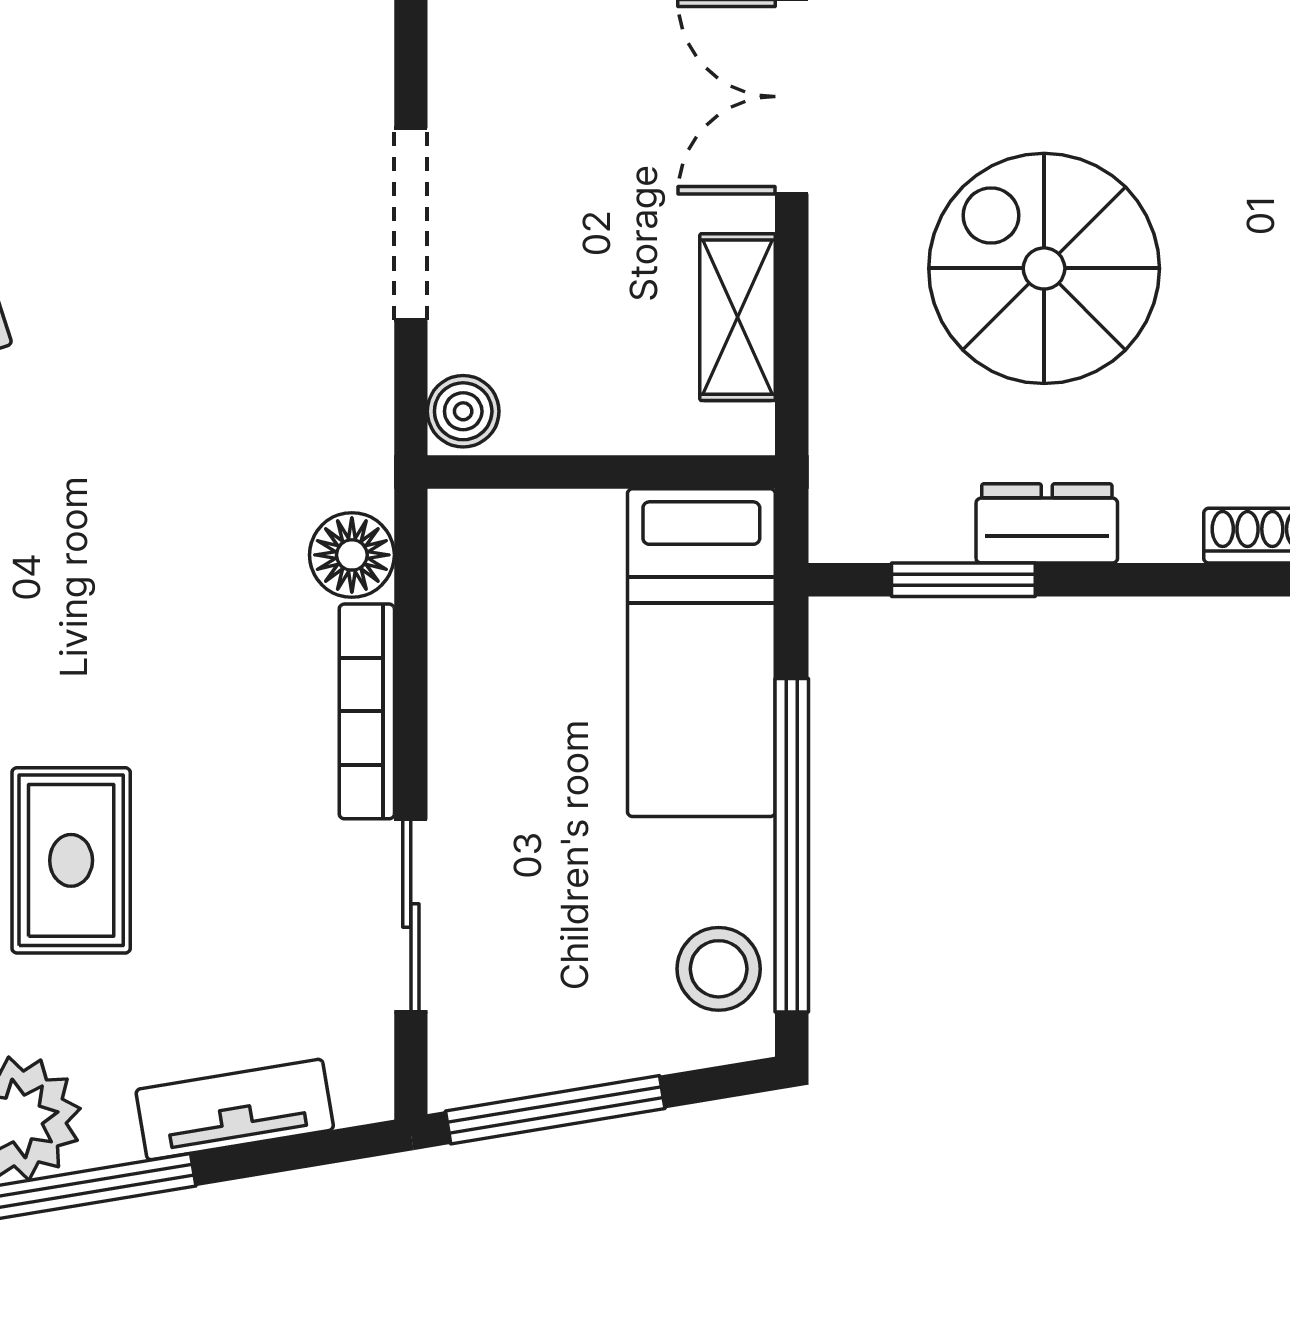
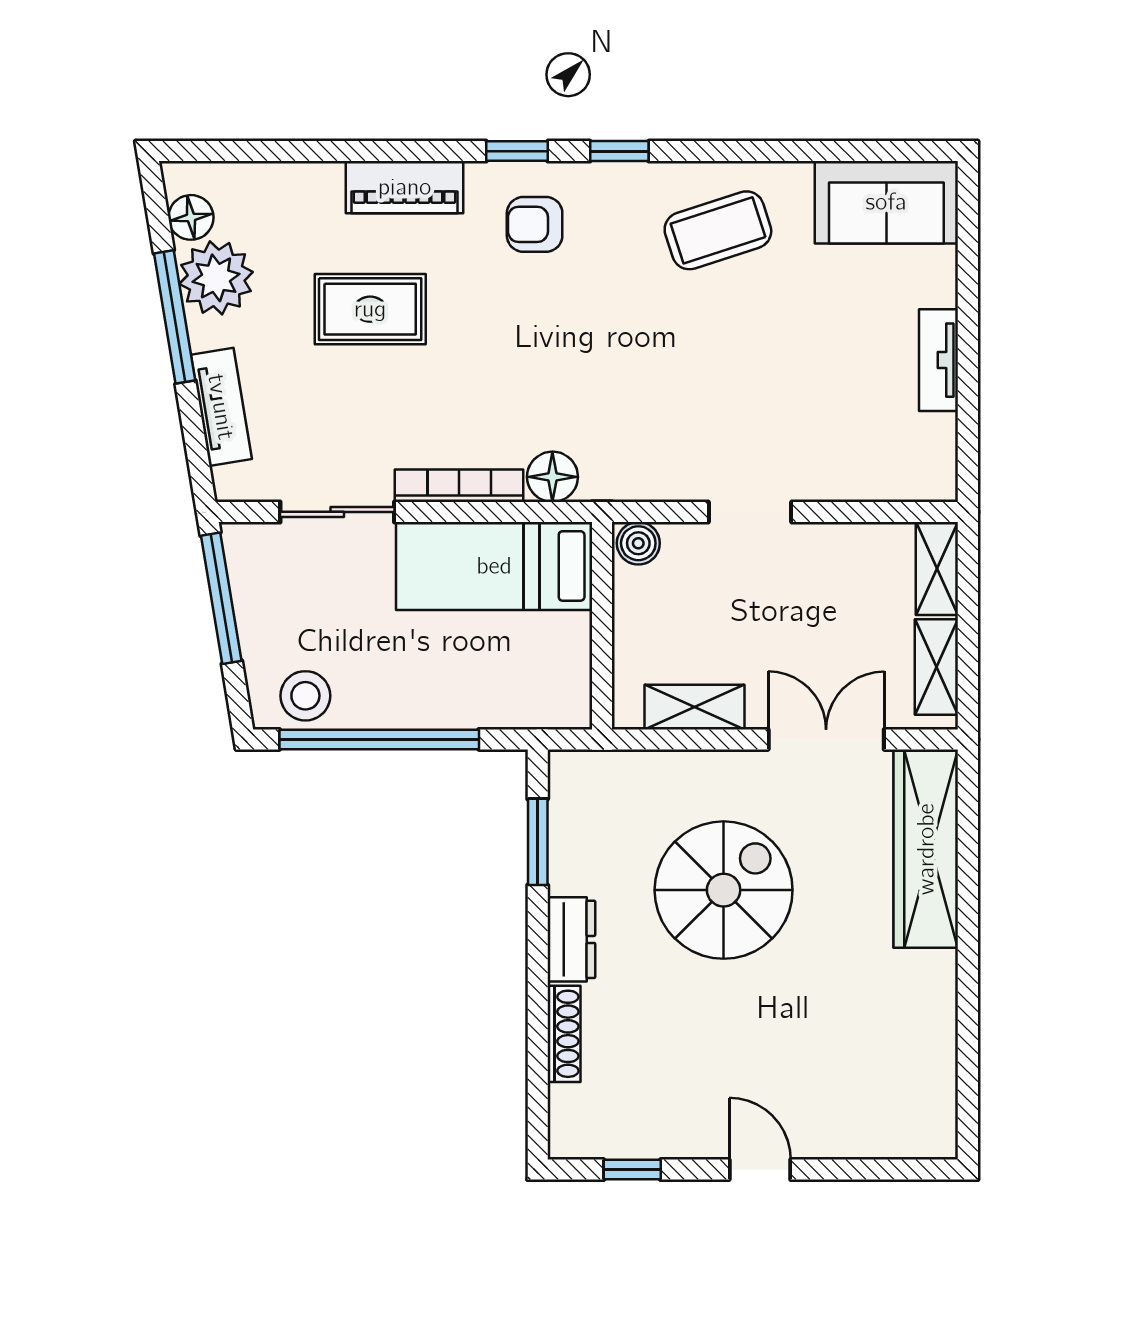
doorway: (411, 224) -> (750, 512), width x0.73
dresser: (1047, 523) -> (571, 939), moved
bed: (701, 653) -> (494, 566), moved

